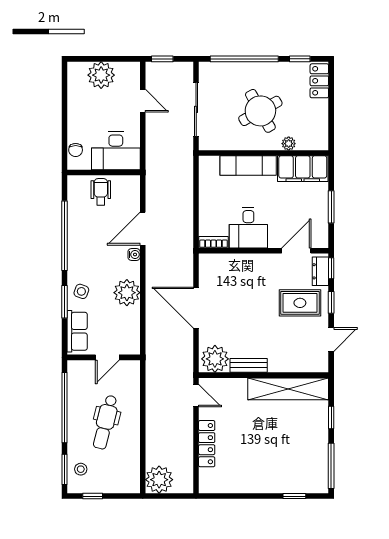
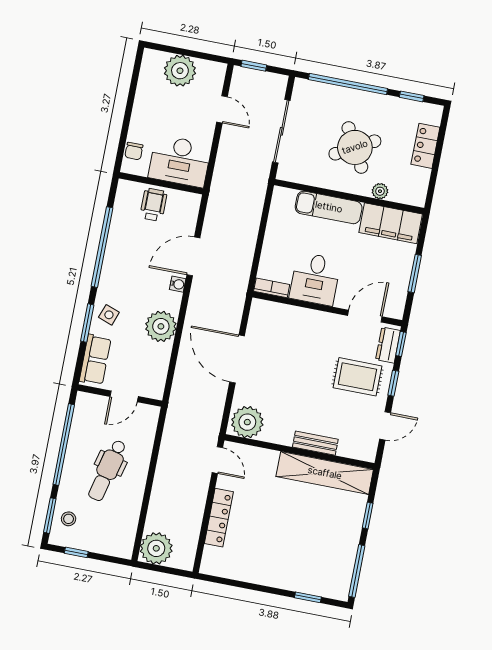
locker: (319, 81) -> (425, 146), moved
bench: (249, 365) -> (315, 443), moved

